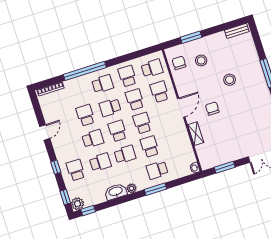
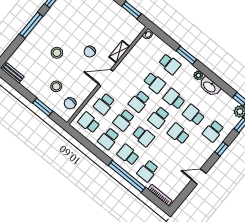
school desk: (85, 115) -> (148, 171), moved
school desk: (150, 147) -> (154, 83), turned -90

